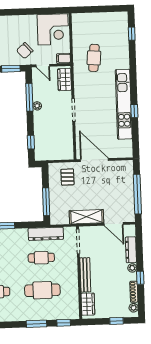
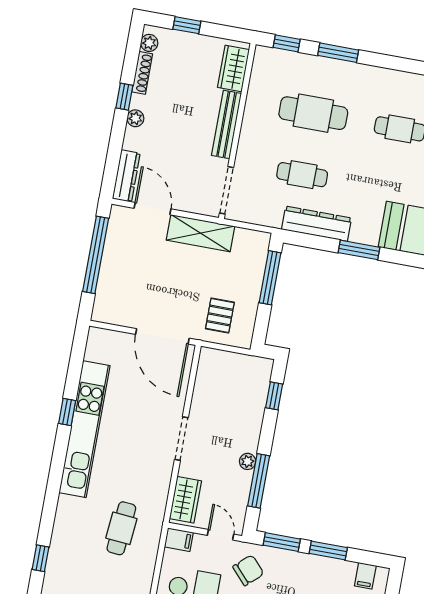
dresser: (46, 234) -> (317, 224), moved
dresser: (131, 250) -> (126, 176), moved

